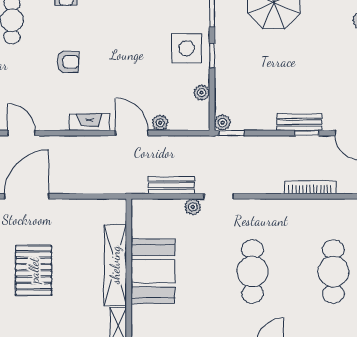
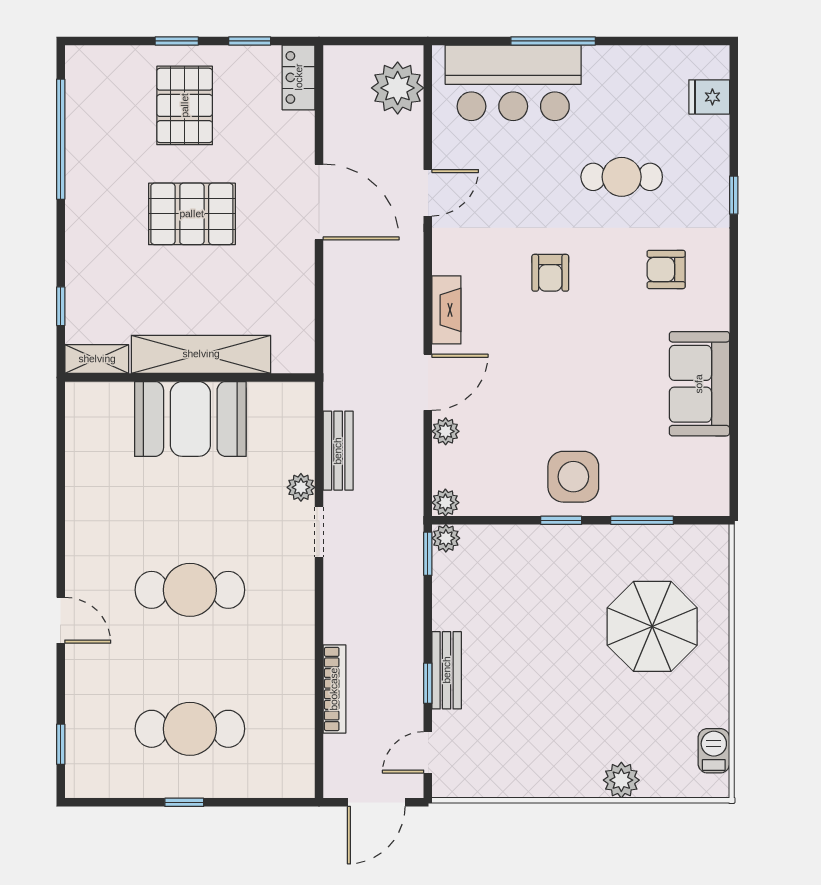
plant: (202, 93) -> (445, 503), moved

